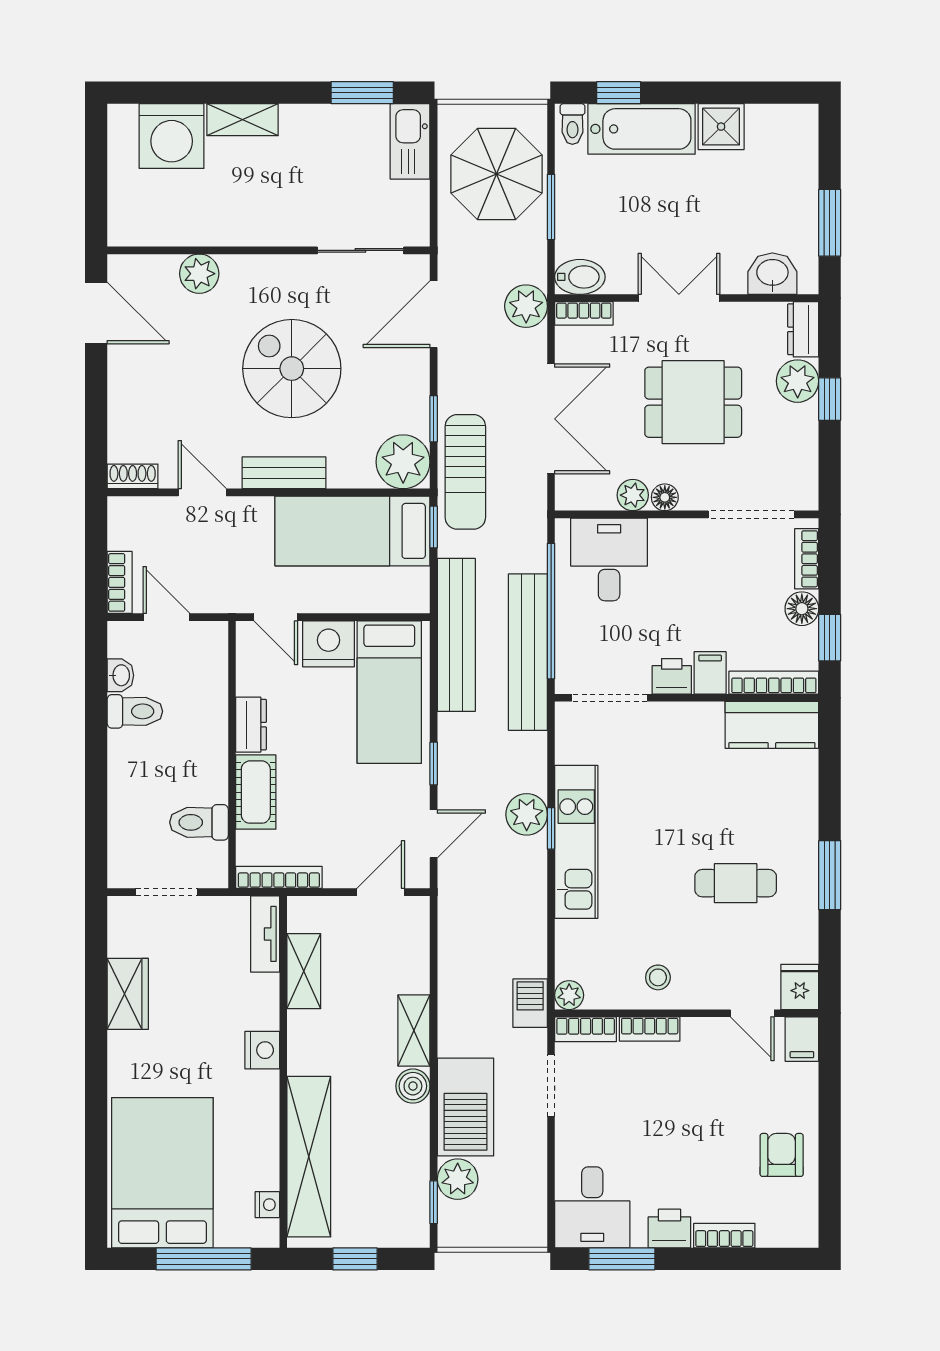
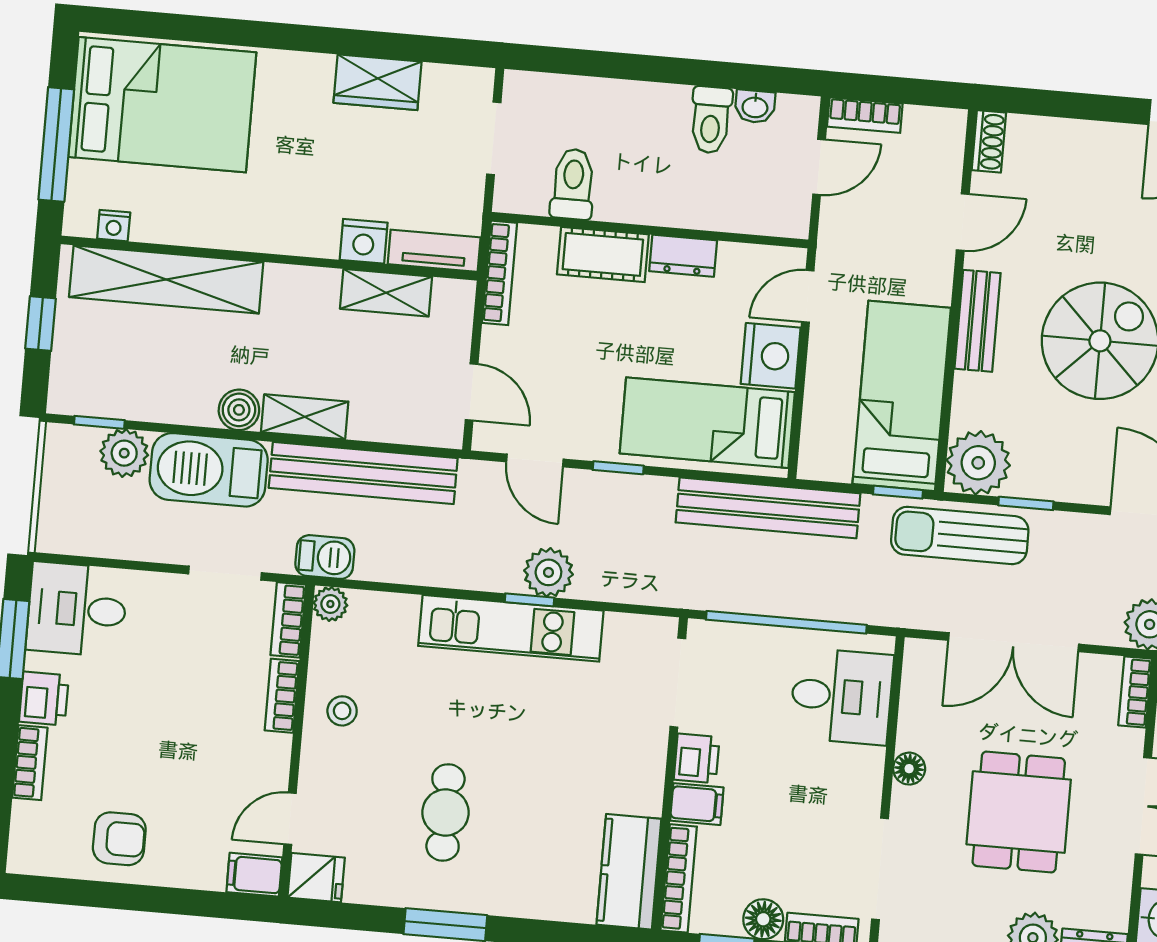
plant: (633, 495) -> (915, 731), removed
bench: (528, 652) -> (363, 473), moved
nightstand: (262, 1050) -> (364, 241), moved

